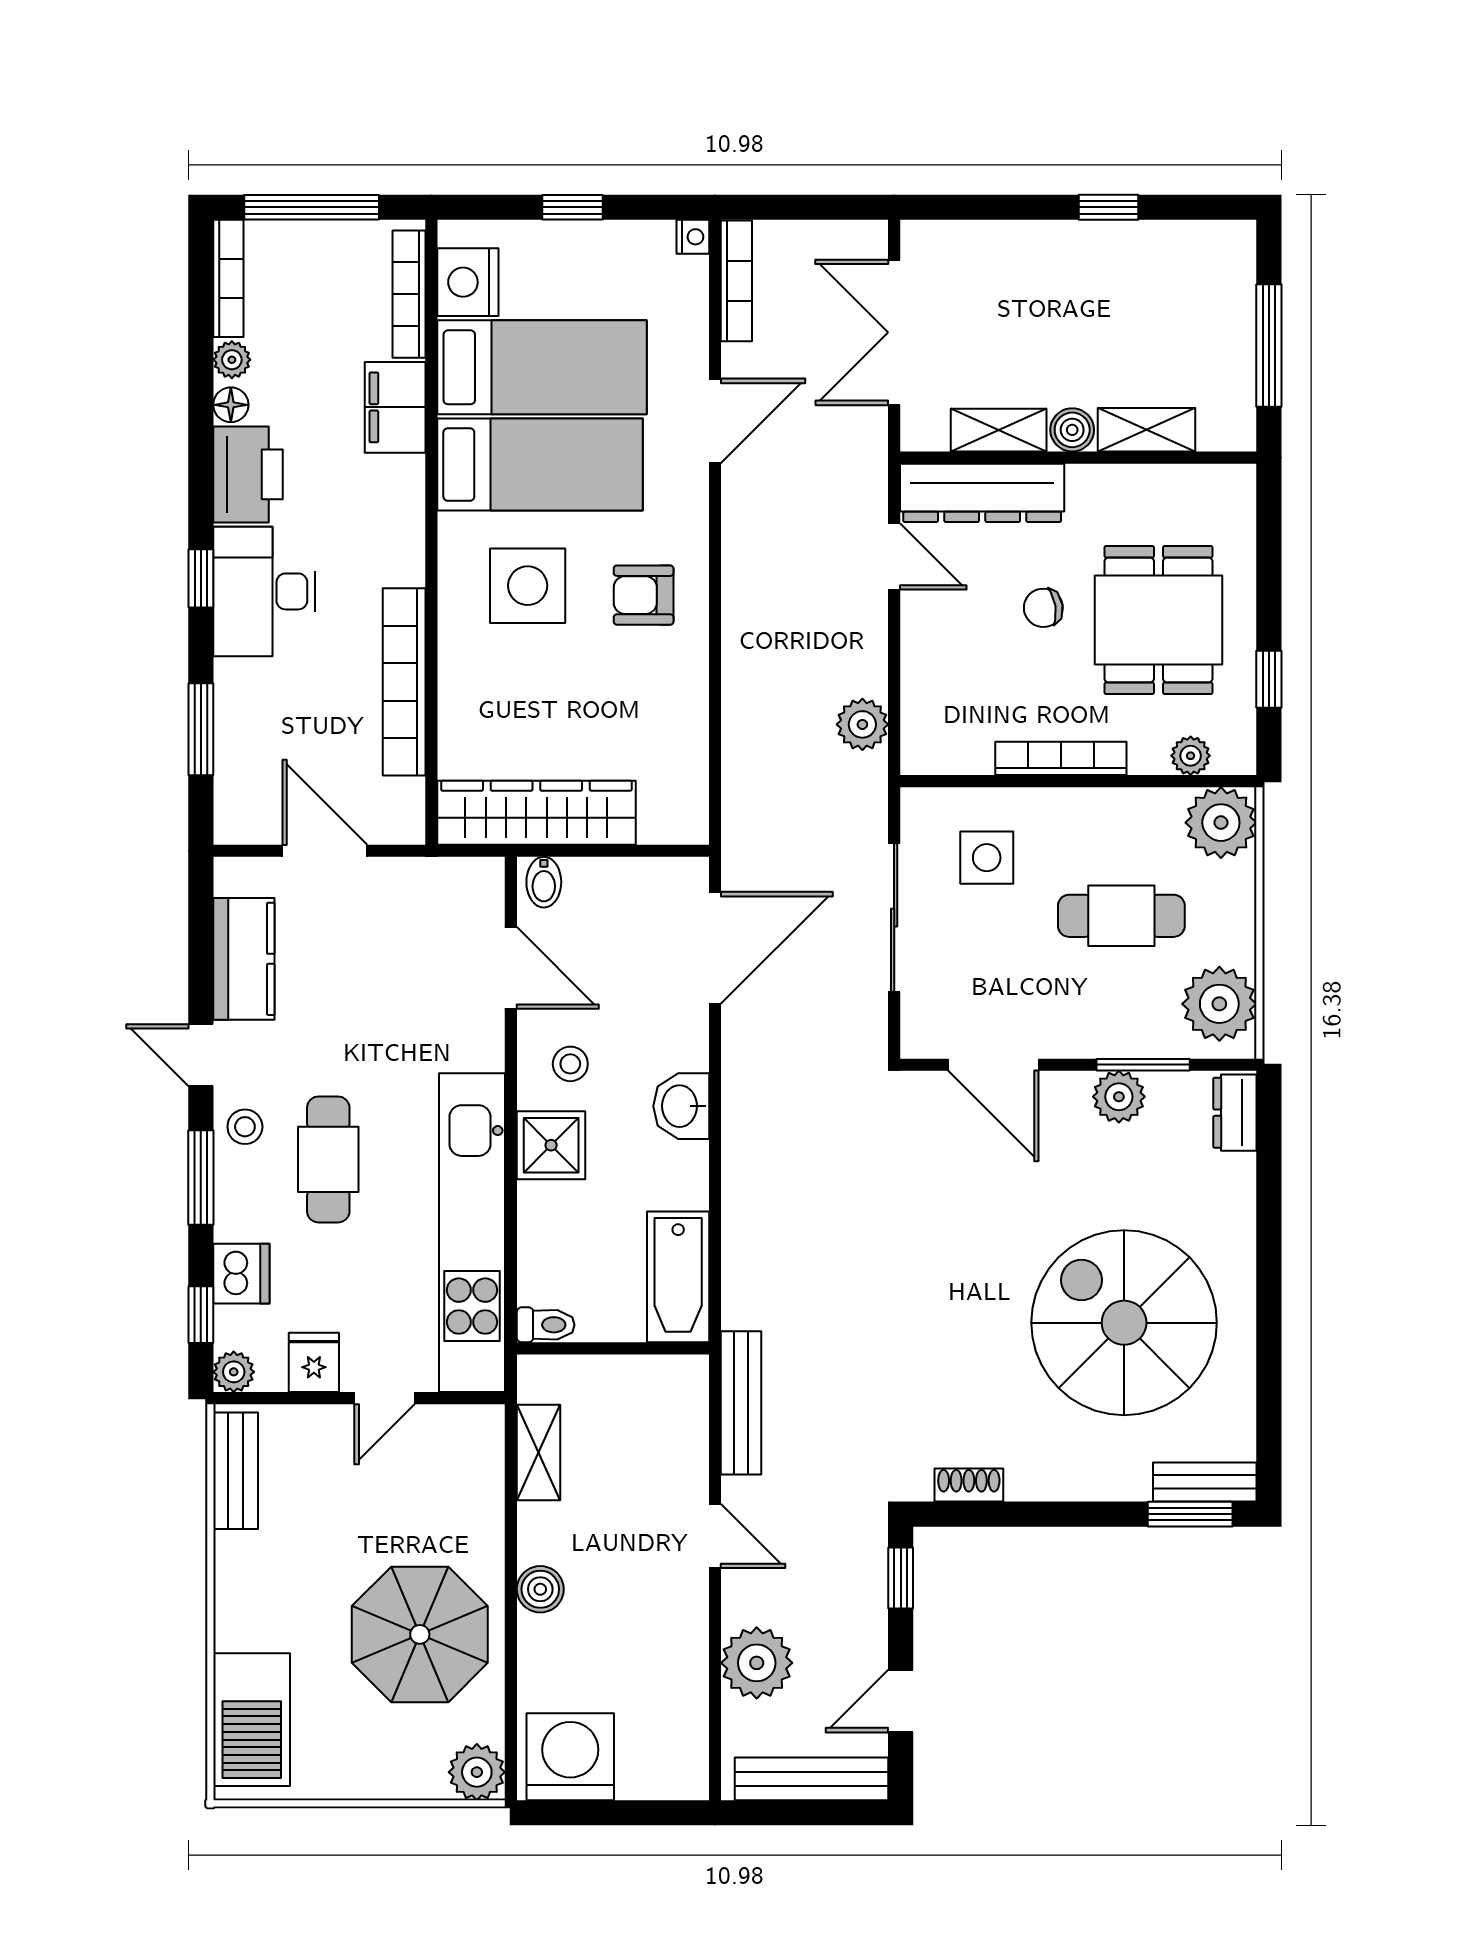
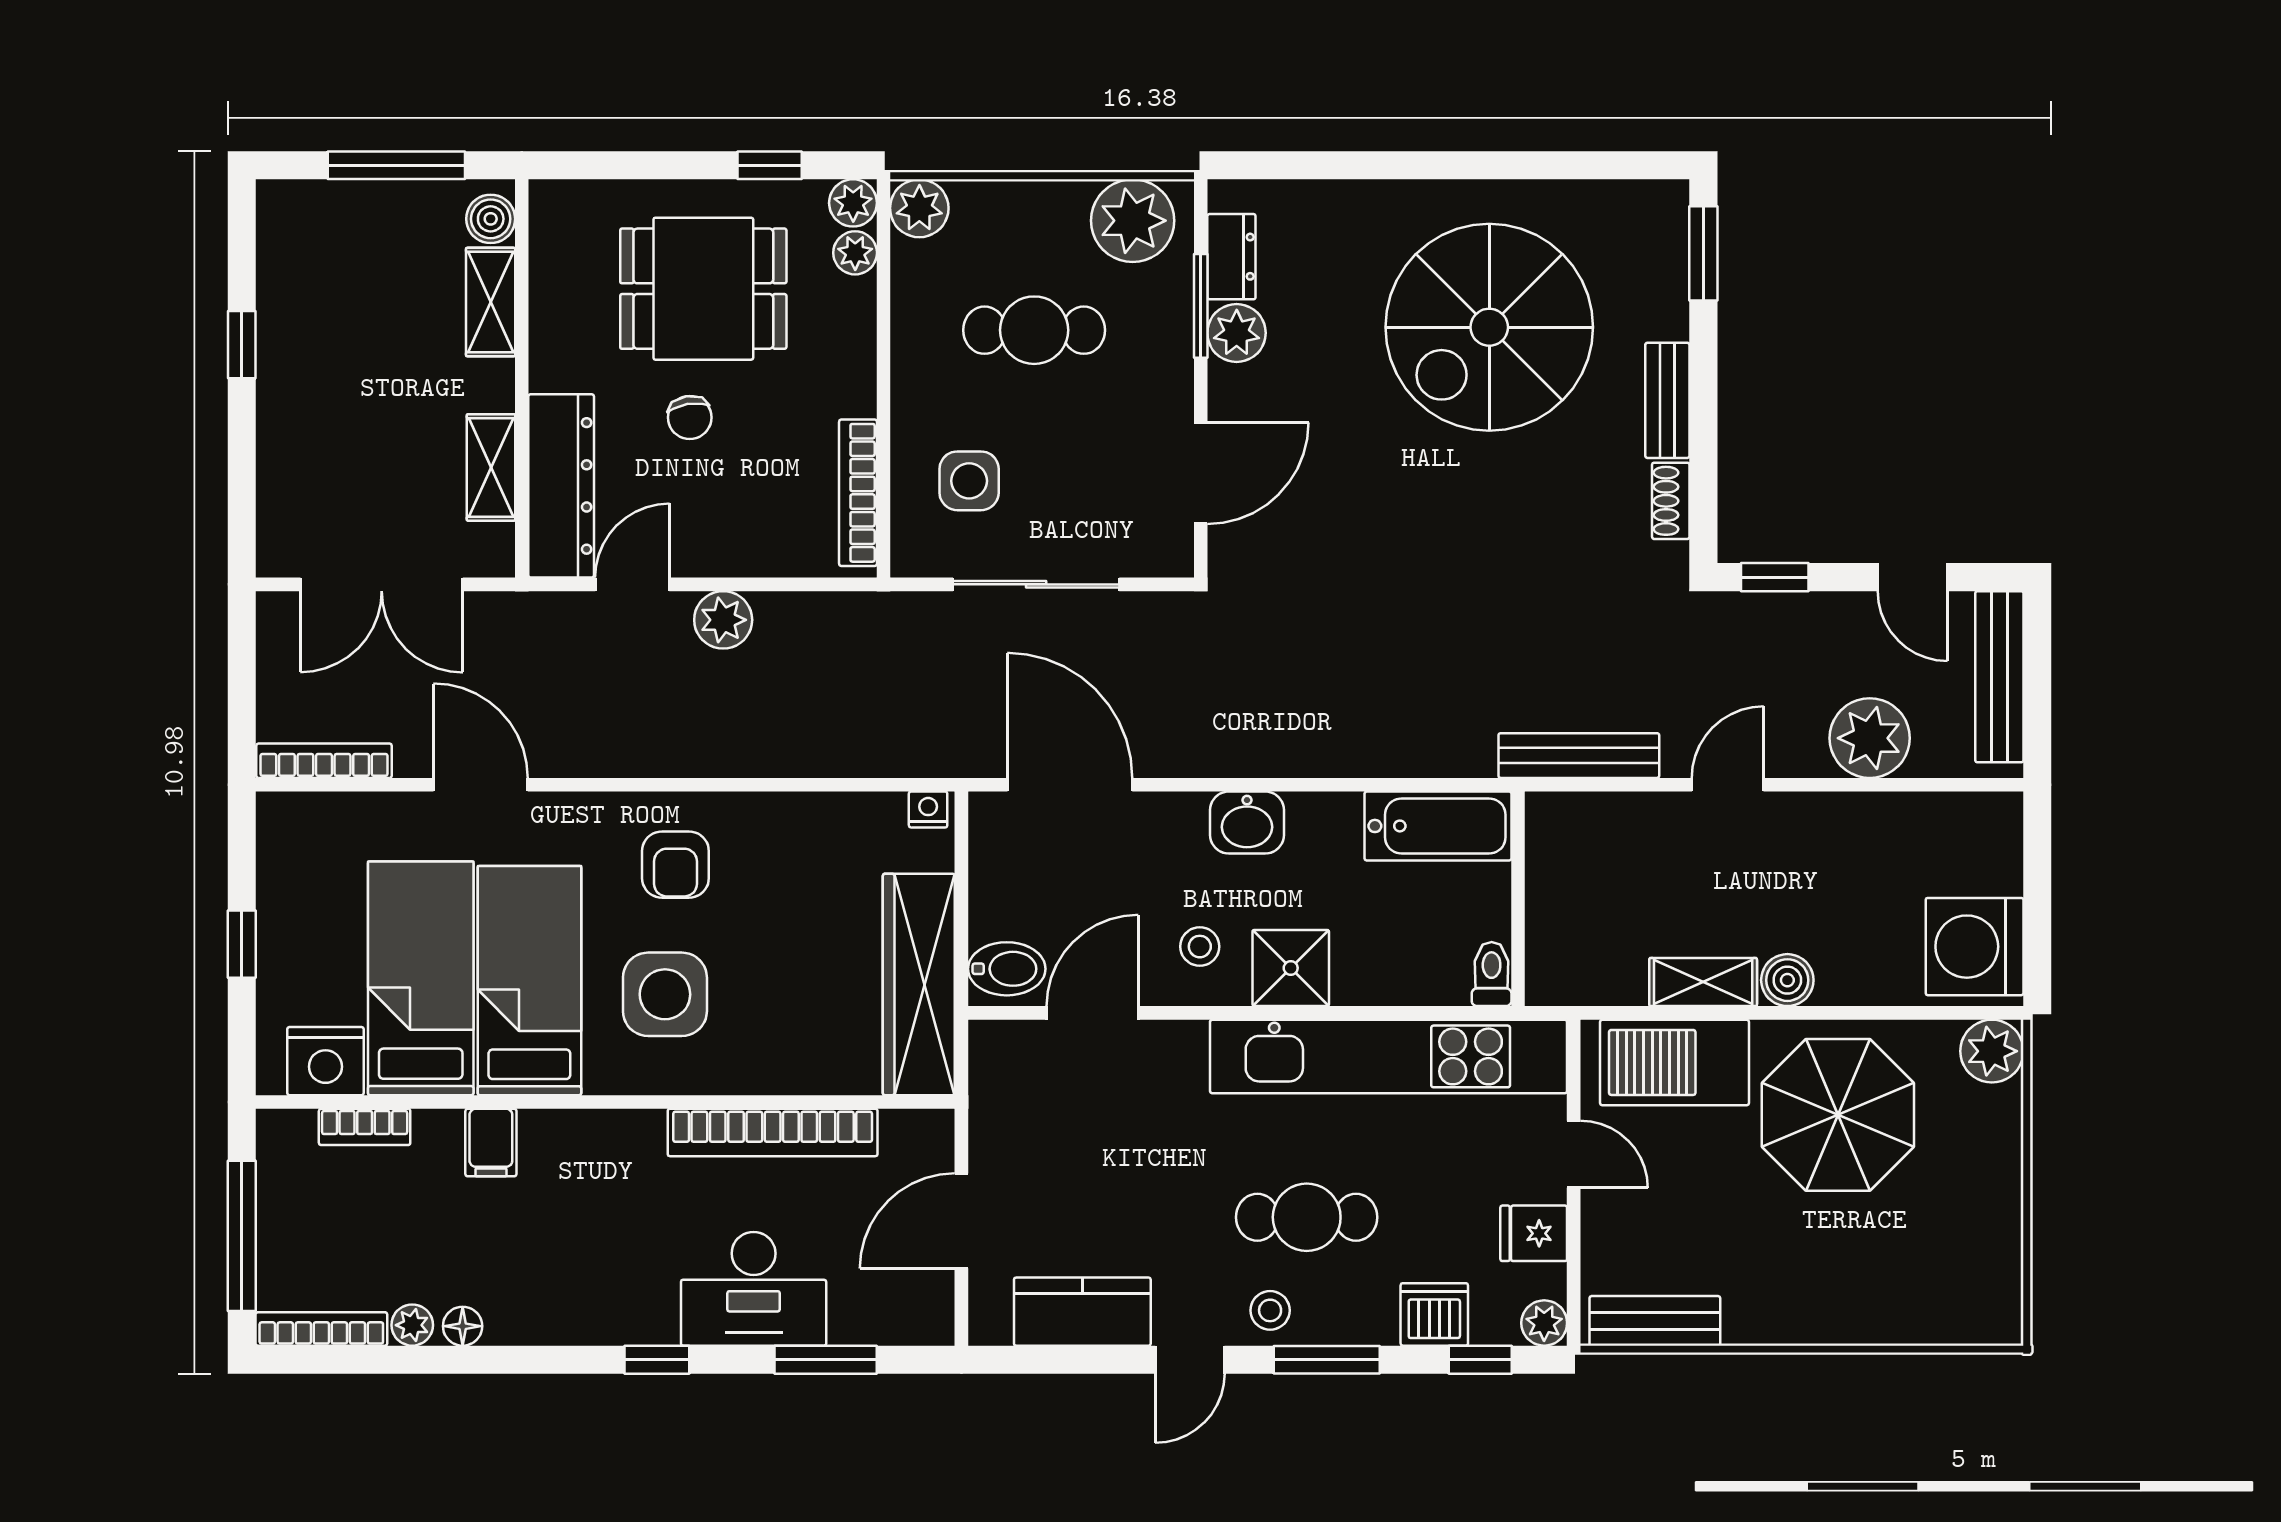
nightstand: (693, 237) -> (928, 809), moved
bookcase: (409, 294) -> (365, 1127), width x0.64
filing cabinet: (395, 407) -> (491, 1143), width x0.50
boiler: (1072, 430) -> (491, 219), moved
printer: (248, 474) -> (541, 1307), removed
desk: (264, 591) -> (754, 1289), moved
plant: (862, 724) -> (723, 620), moved
plant: (1235, 754) -> (853, 203), added
bookcase: (1061, 758) -> (858, 493), moved
plant: (1221, 823) -> (919, 208), width x0.73, depth x0.73
bidet: (544, 882) -> (1007, 969), width x1.38, depth x1.36
cafe table: (1121, 916) -> (1034, 330), turned 90
dresser: (1235, 1113) -> (1231, 257), moved, turned -90
shelving: (539, 1453) -> (1703, 982), moved
bench: (1205, 1482) -> (1667, 400), moved
barbecue: (252, 1720) -> (1674, 1062), moved, turned 180

